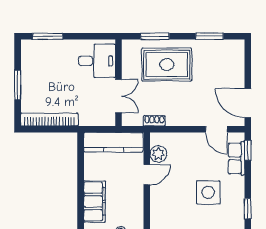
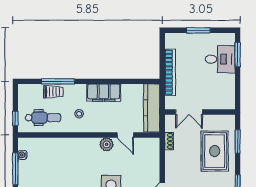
desk: (97, 61) -> (220, 59), moved, turned -90
bookcase: (49, 120) -> (170, 72), moved
plant: (158, 154) -> (107, 144), moved

